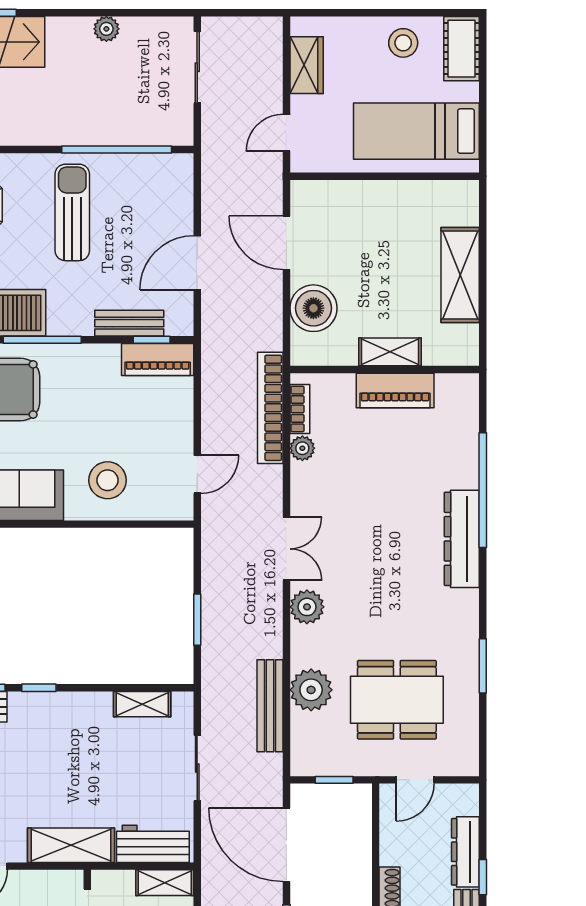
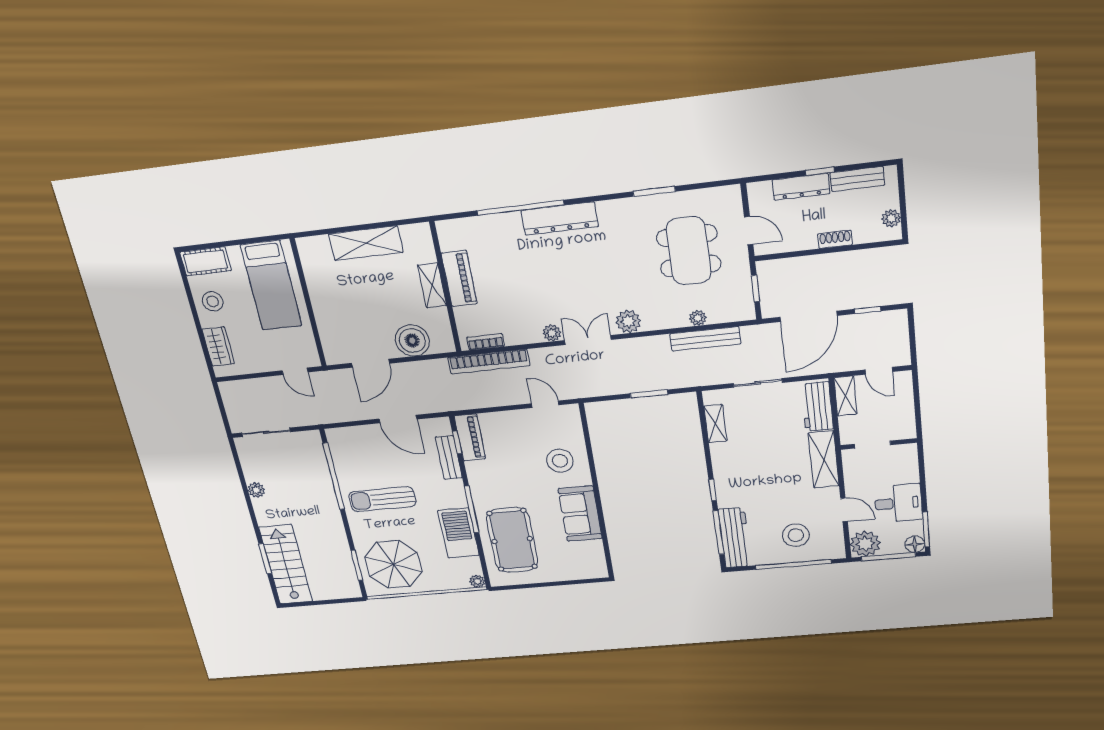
wardrobe: (307, 65) -> (218, 347), moved, turned 90
plant: (302, 448) -> (552, 333), moved
plant: (311, 690) -> (698, 318), width x0.53, depth x0.53

